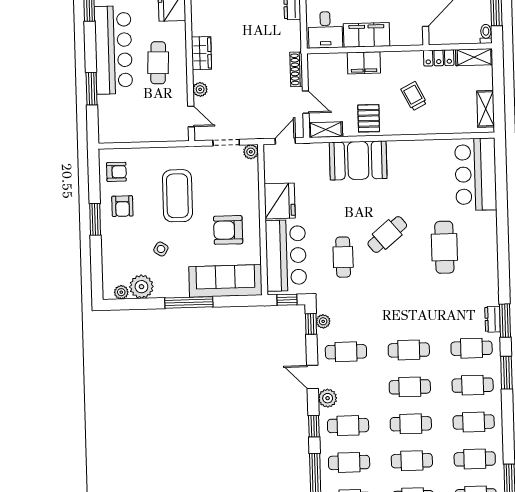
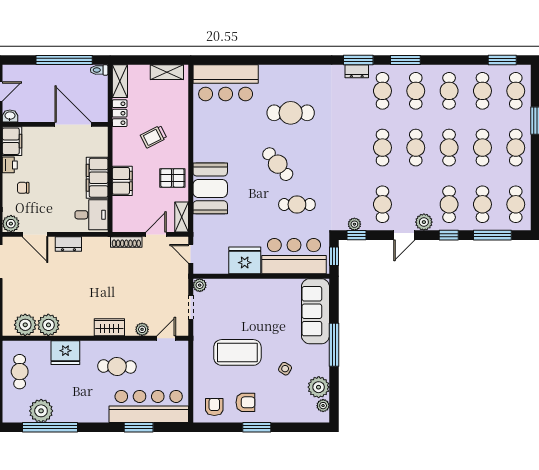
bar counter: (113, 50) -> (149, 406), moved
armchair: (228, 230) -> (270, 308), removed

